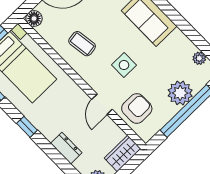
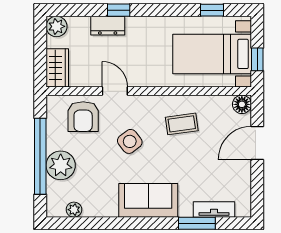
side table: (124, 65) -> (130, 141), turned -37
window: (27, 127) -> (119, 10), moved

